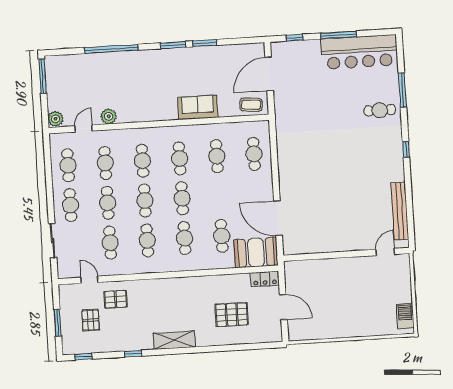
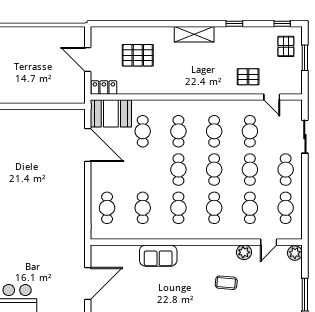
coffee table: (251, 105) -> (226, 283), moved
pallet: (91, 320) -> (286, 46), moved

